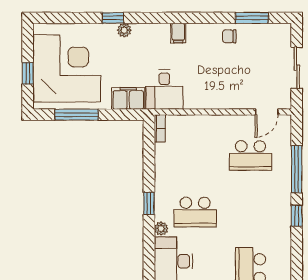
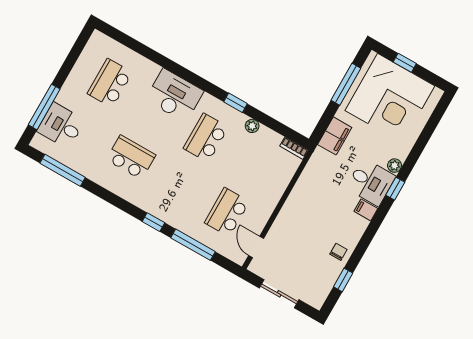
window: (113, 18) -> (395, 189), moved
window: (252, 18) -> (343, 280), width x0.67
desk: (164, 90) -> (371, 182), moved, turned 180
plant: (161, 229) -> (252, 126), moved

